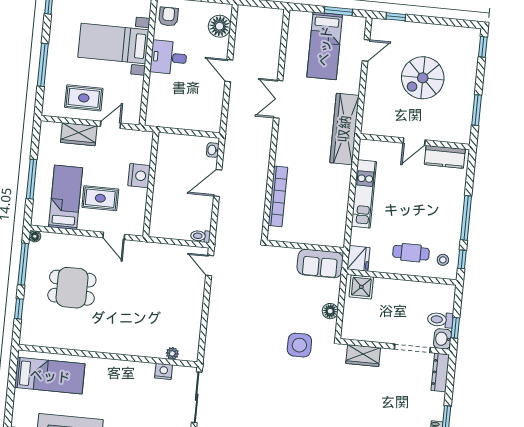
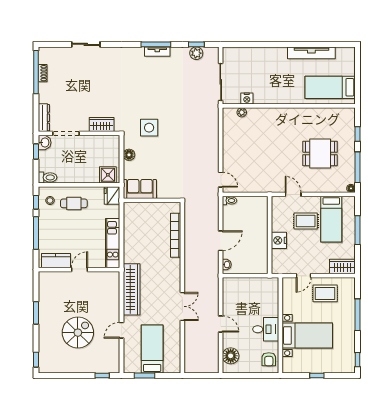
door: (366, 50) -> (121, 330), moved
wardrobe: (79, 134) -> (342, 266), moved
door: (414, 142) -> (80, 270), moved
wall: (415, 142) -> (79, 270), moved
kitchen counter: (445, 157) -> (56, 261), moved
toilet: (440, 320) -> (48, 177), moved

